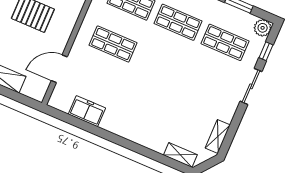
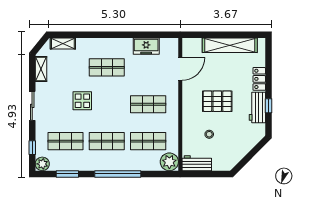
display table: (186, 80) -> (82, 101), added
sliding door: (251, 86) -> (32, 106), moved
shop shelf: (142, 106) -> (107, 67), added

